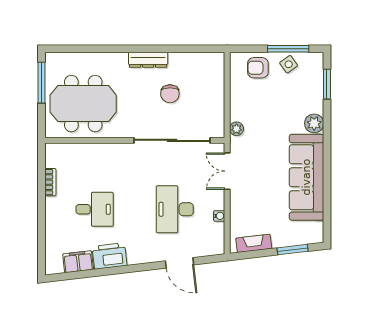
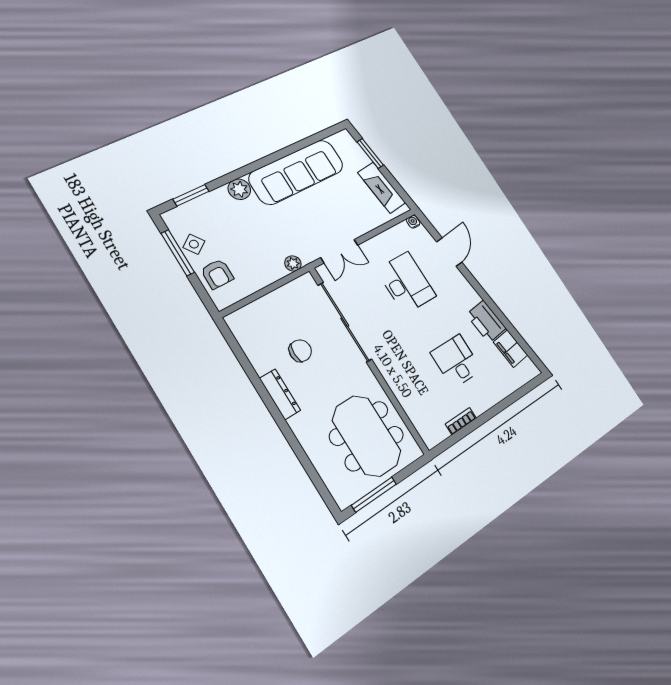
desk: (175, 209) -> (406, 283), turned -90
water cooler: (219, 216) -> (413, 222), moved
fireplace: (254, 243) -> (382, 188), width x1.37, depth x1.32

